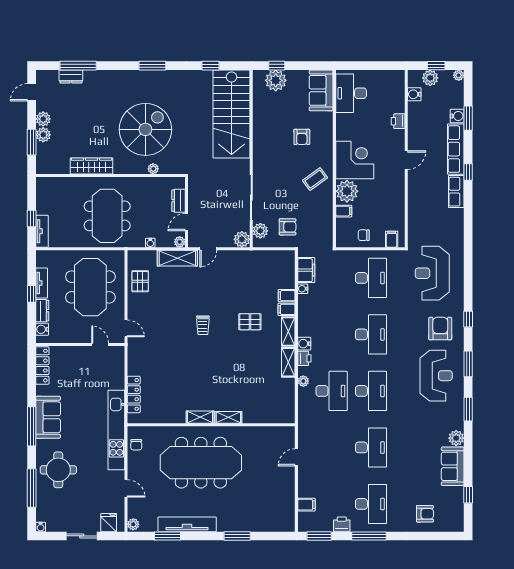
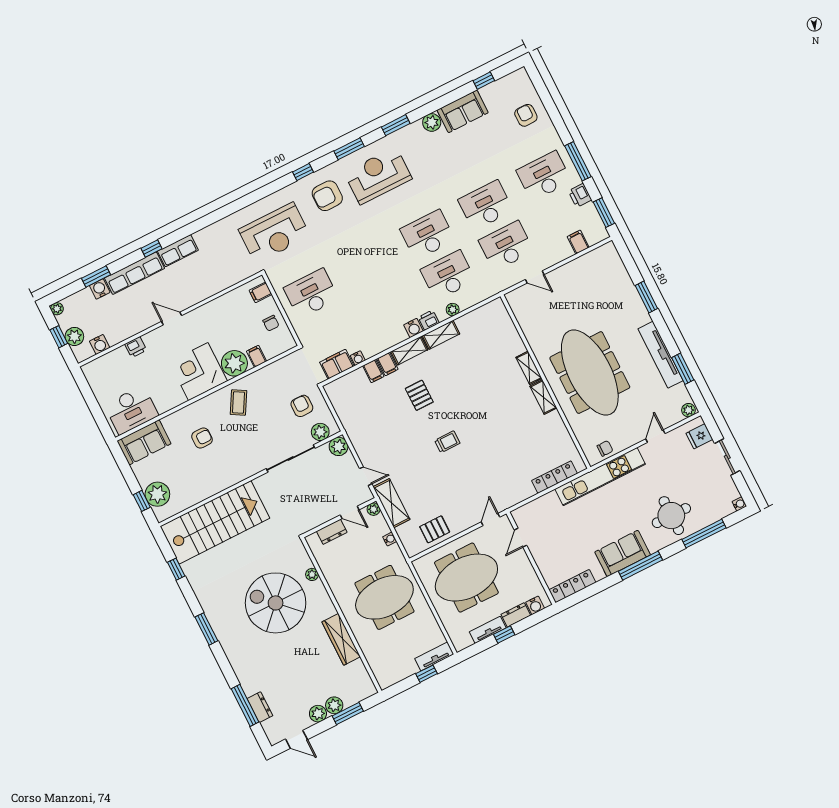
coffee table: (315, 179) -> (239, 402), turned 66
desk: (371, 334) -> (506, 246), moved

